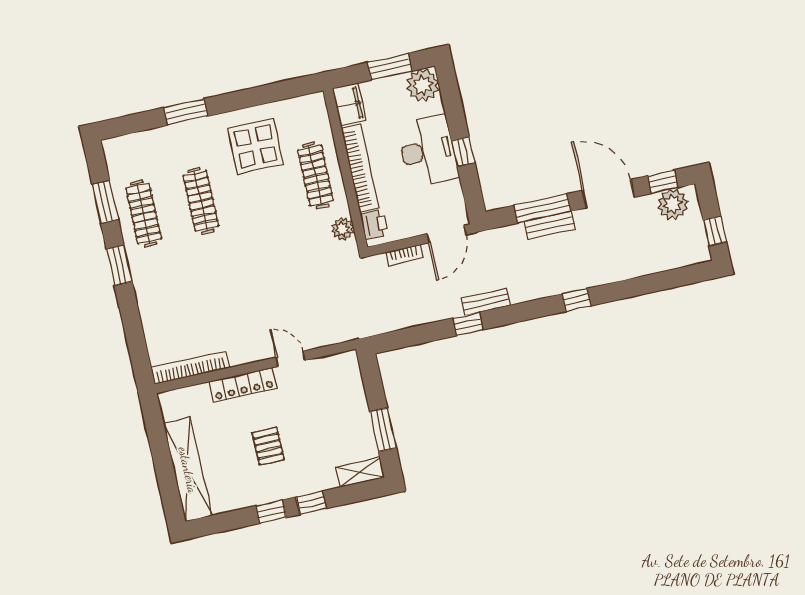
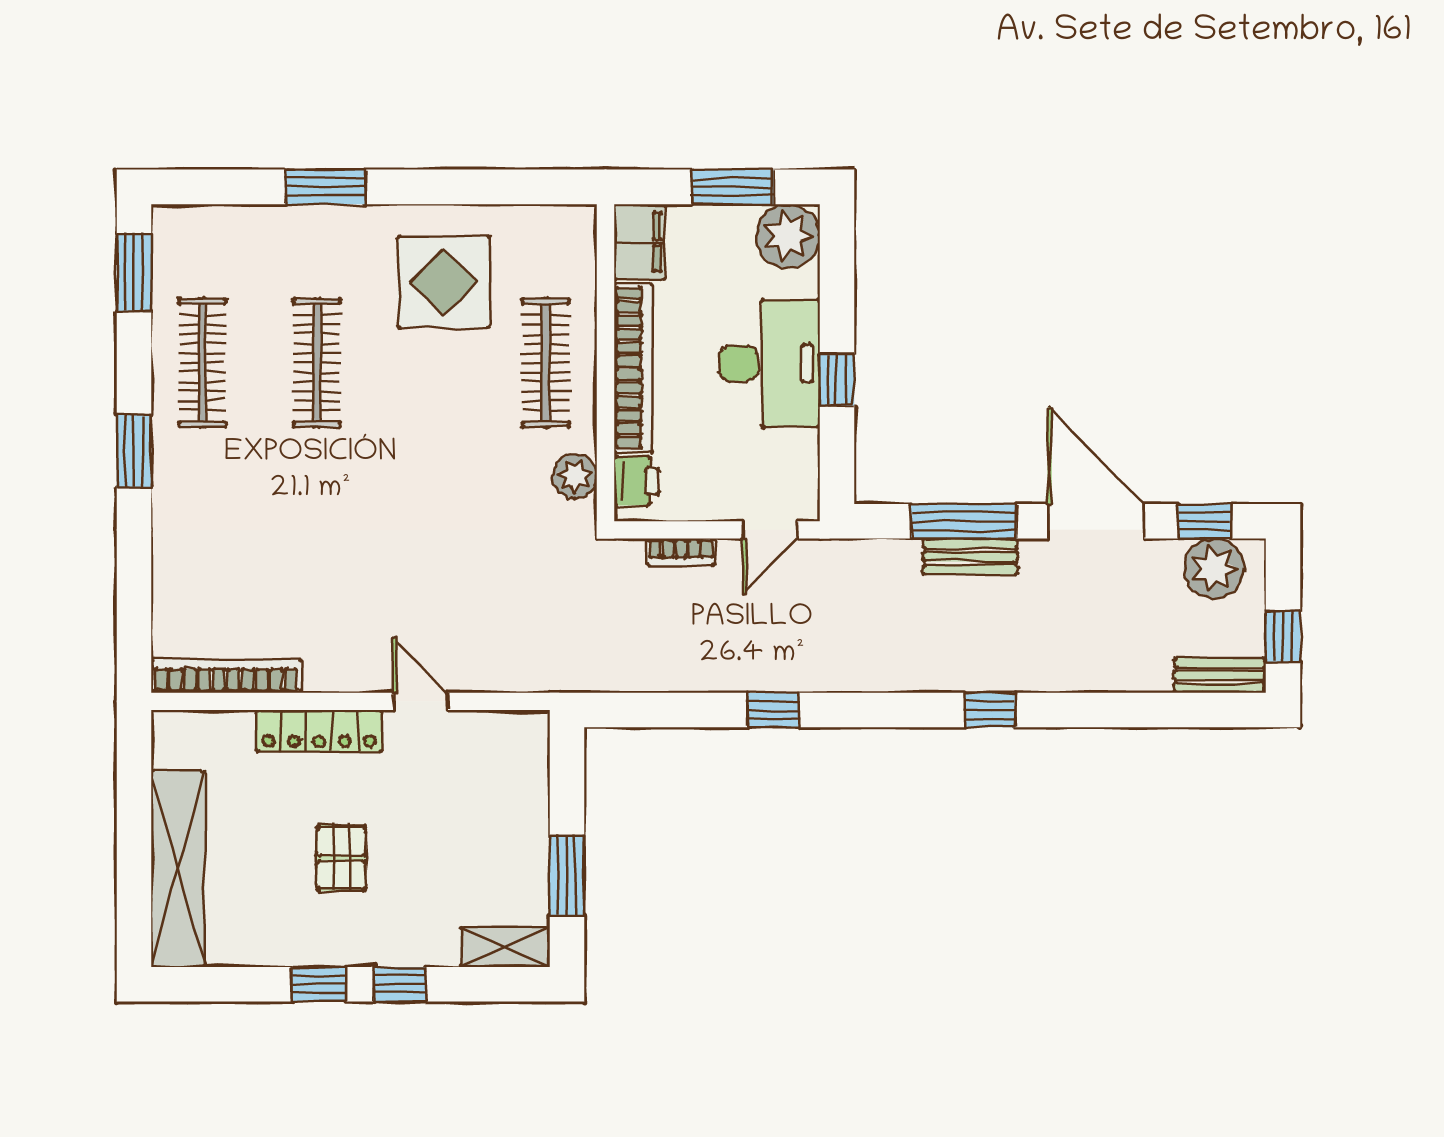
window: (105, 202) -> (134, 272), moved
door: (446, 234) -> (770, 530), width x0.73
bench: (486, 302) -> (1220, 675), moved

